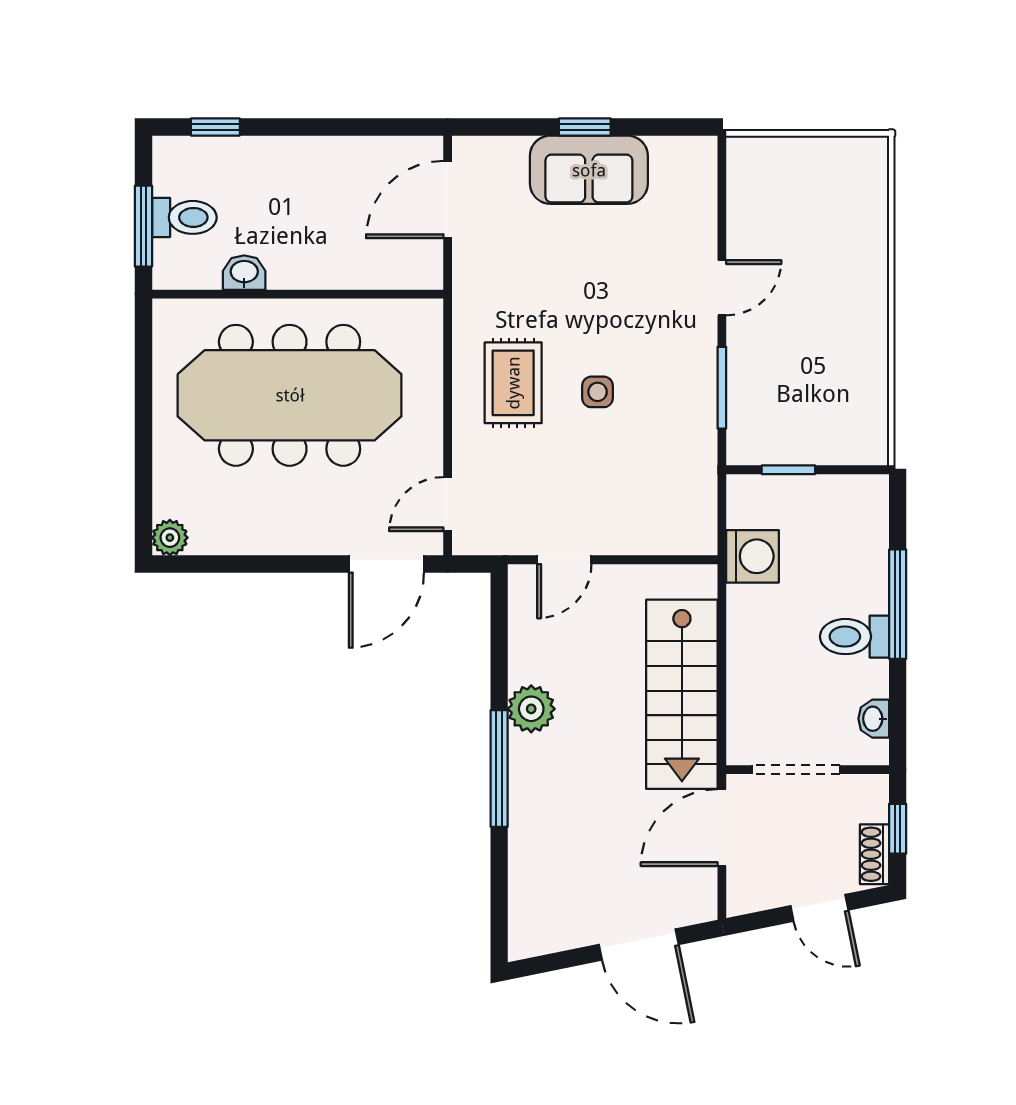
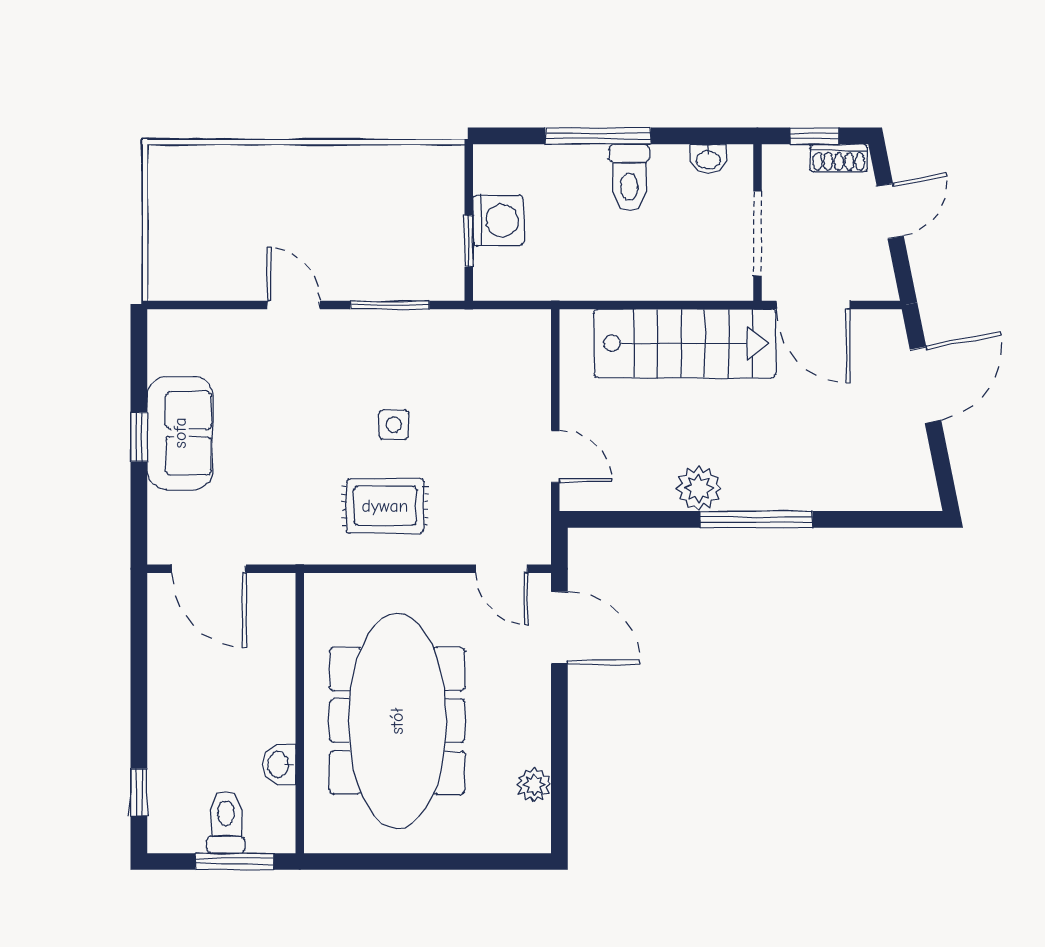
plant: (170, 538) -> (534, 785), moved
washing machine: (752, 556) -> (498, 221), moved, turned 90

